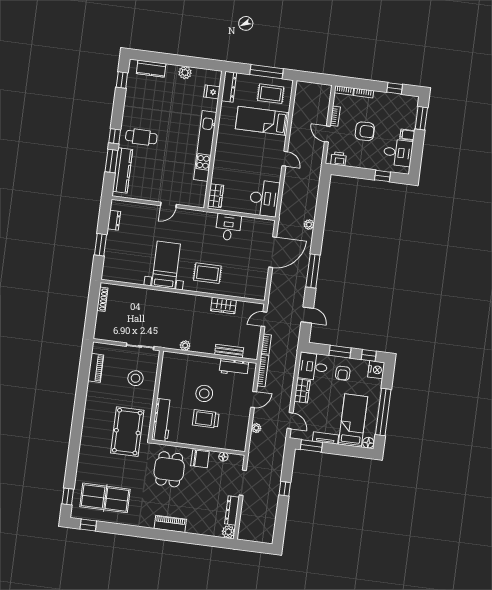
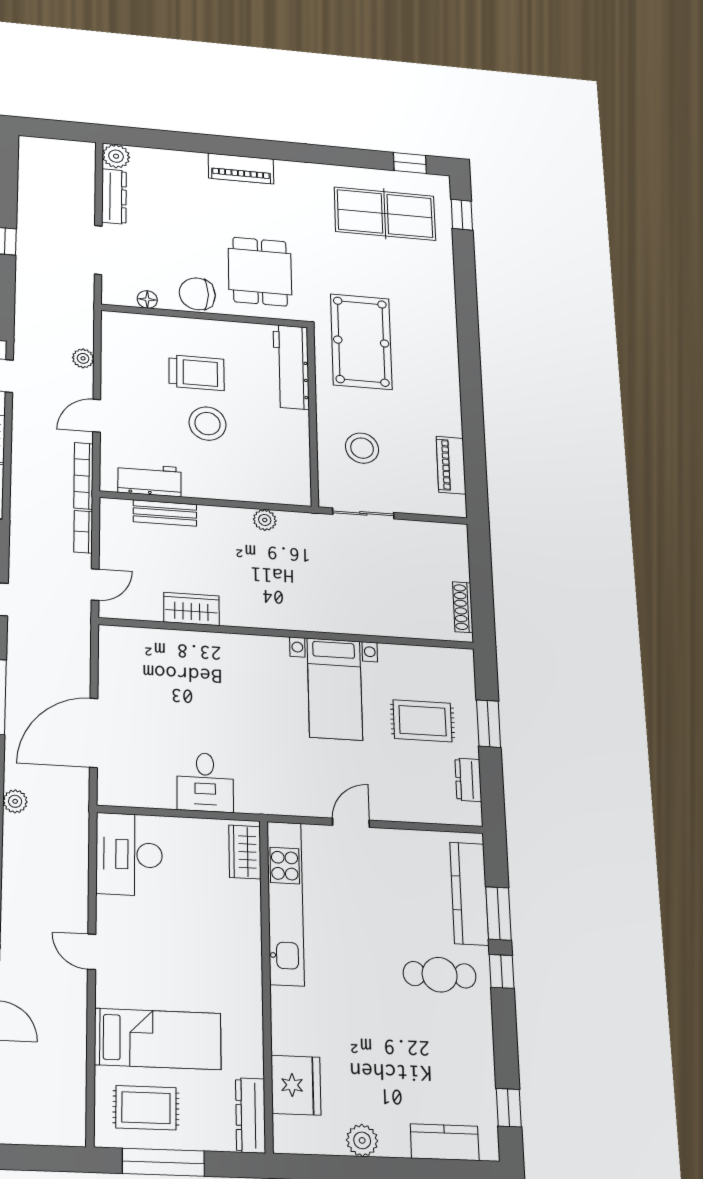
fridge: (212, 92) -> (296, 1085), width x1.88, depth x1.34
kitchen unit: (205, 146) -> (285, 903), moved
rug: (207, 273) -> (423, 721), moved

